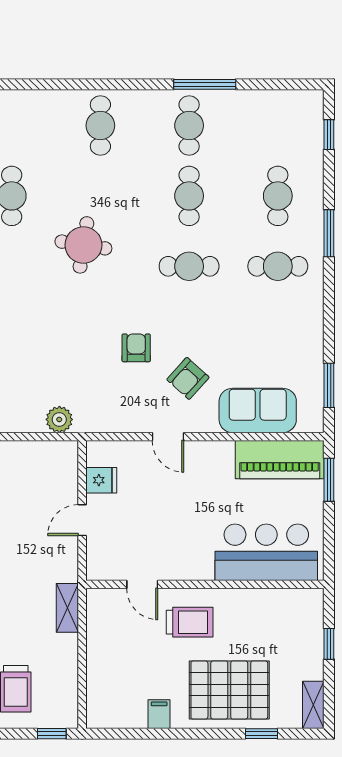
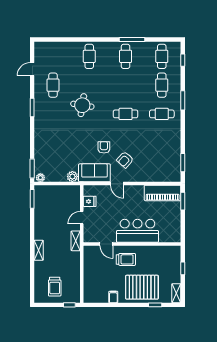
cafe table: (189, 196) -> (162, 56), moved
sofa: (258, 410) -> (94, 173), moved
bar counter: (266, 552) -> (137, 231), moved
shelving: (67, 608) -> (76, 241), moved

